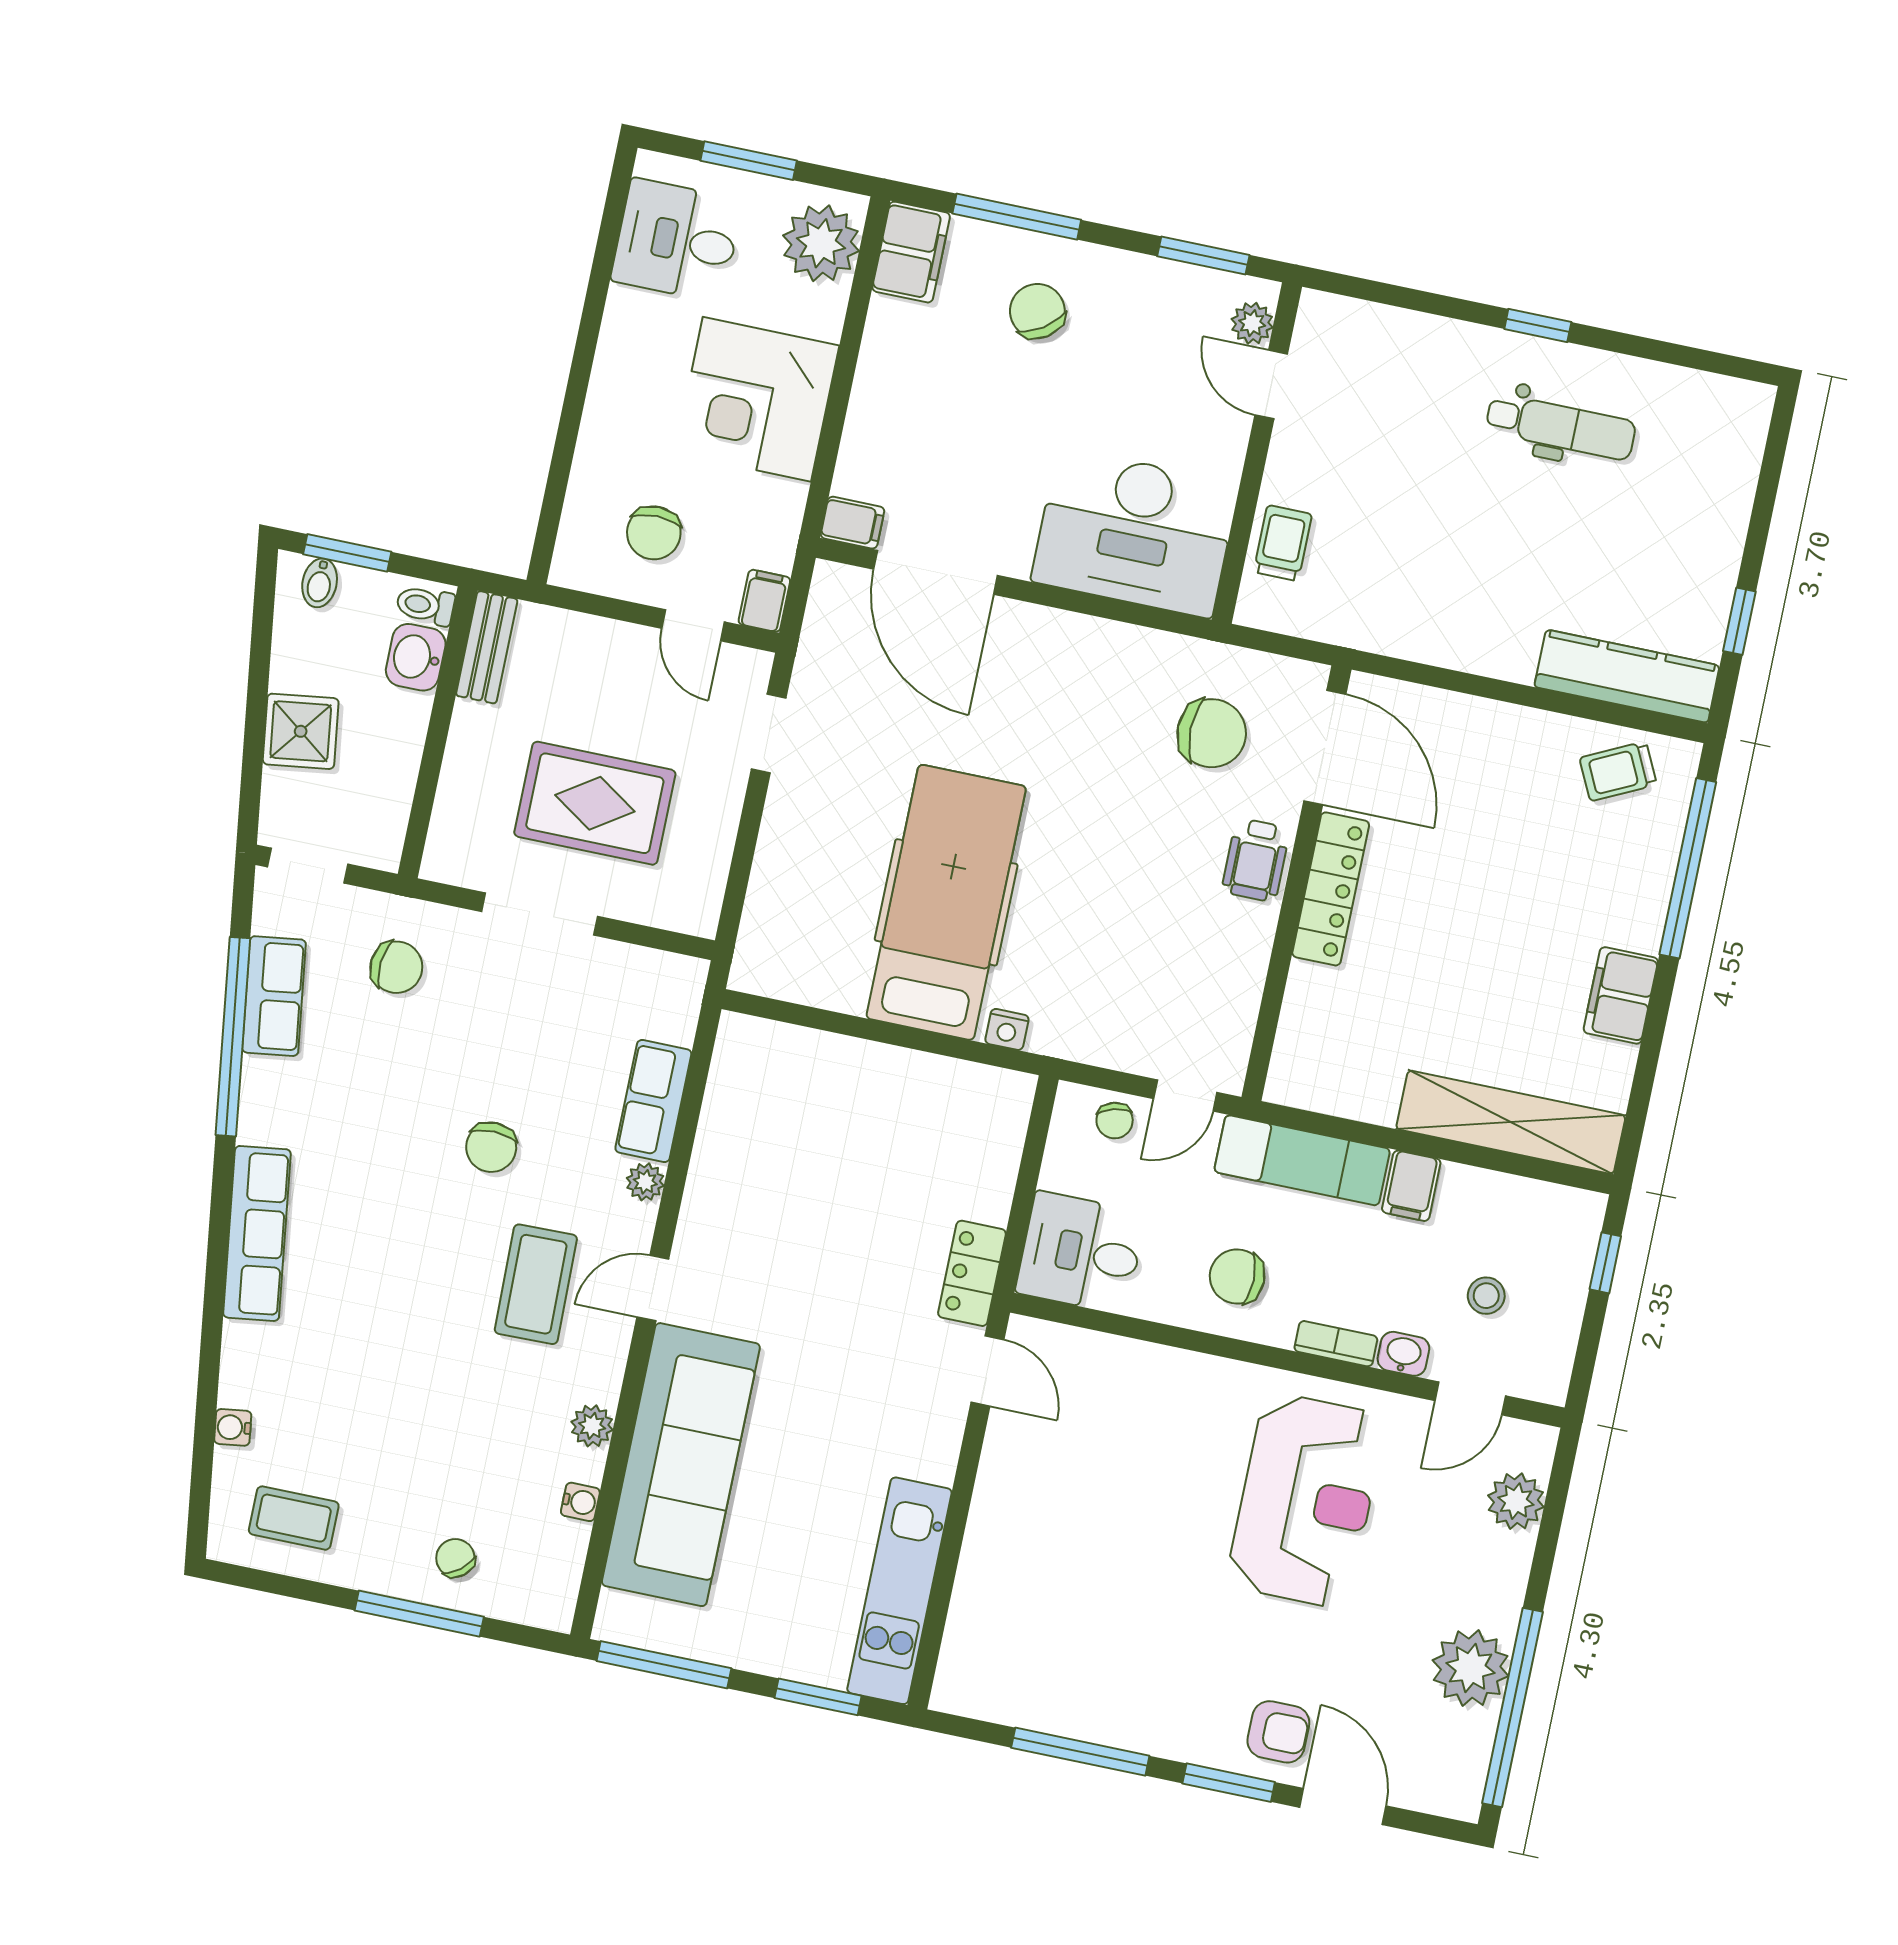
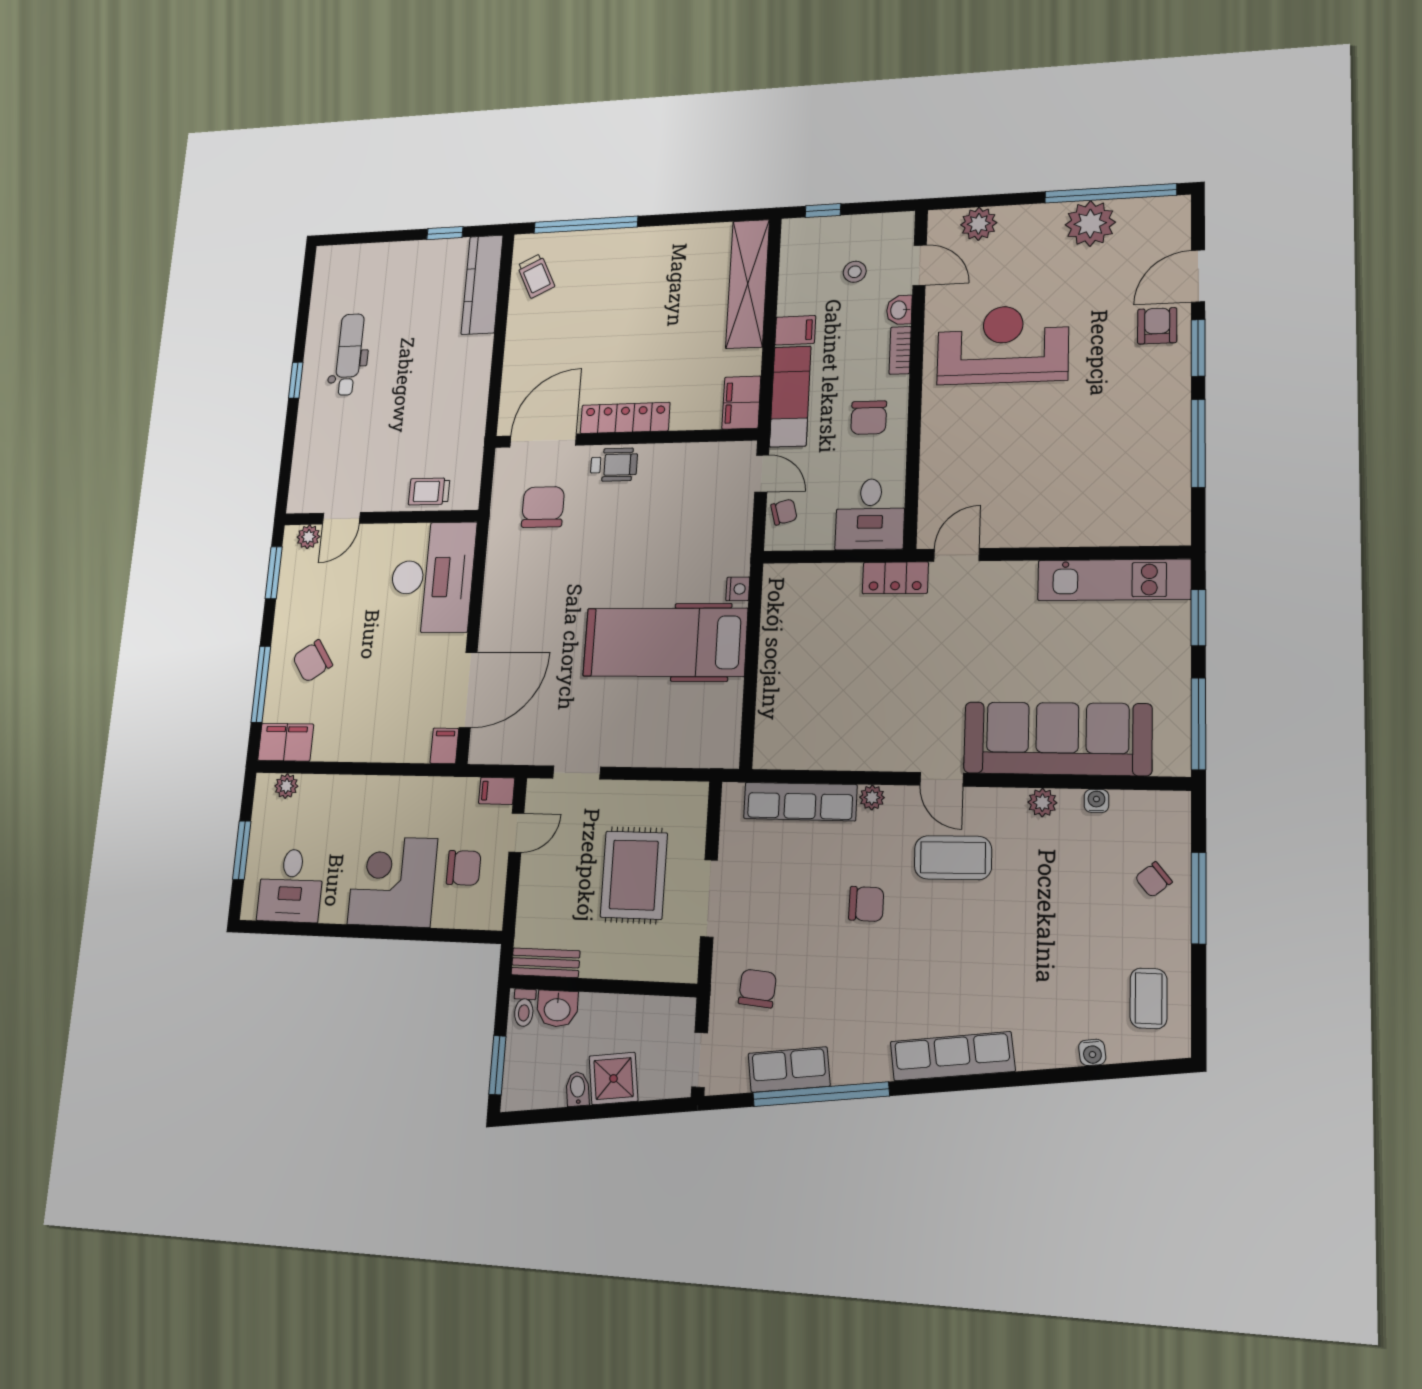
plant: (821, 243) -> (286, 786), width x0.53, depth x0.53
corner desk: (757, 399) -> (392, 881), moved, turned 180
bidet: (320, 583) -> (578, 1089), moved, turned -98
filing cabinet: (1621, 995) -> (741, 403), moved, turned 90
row of seats: (653, 1101) -> (800, 802), width x1.48

